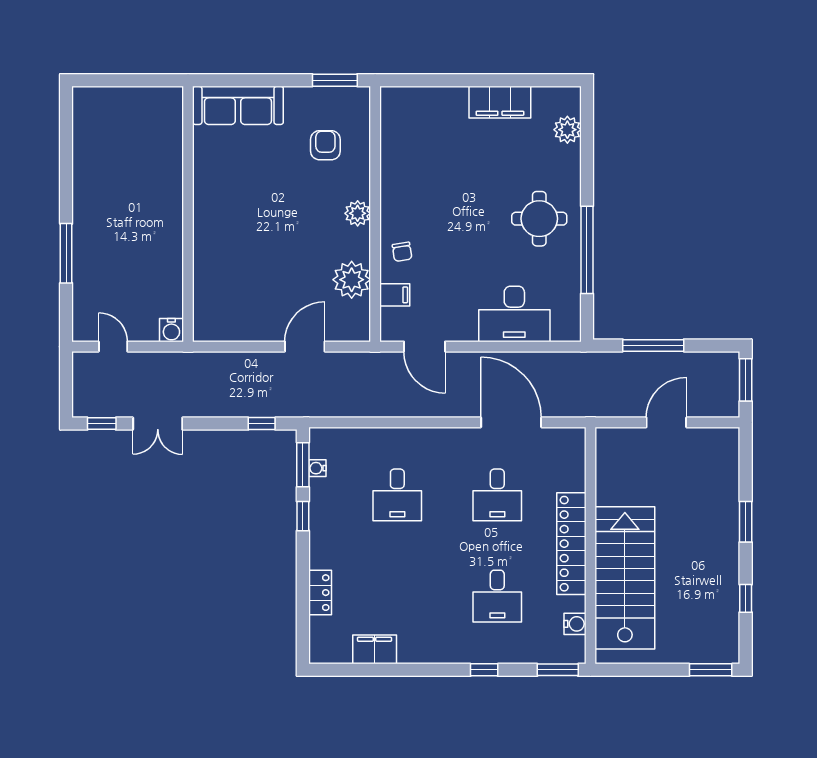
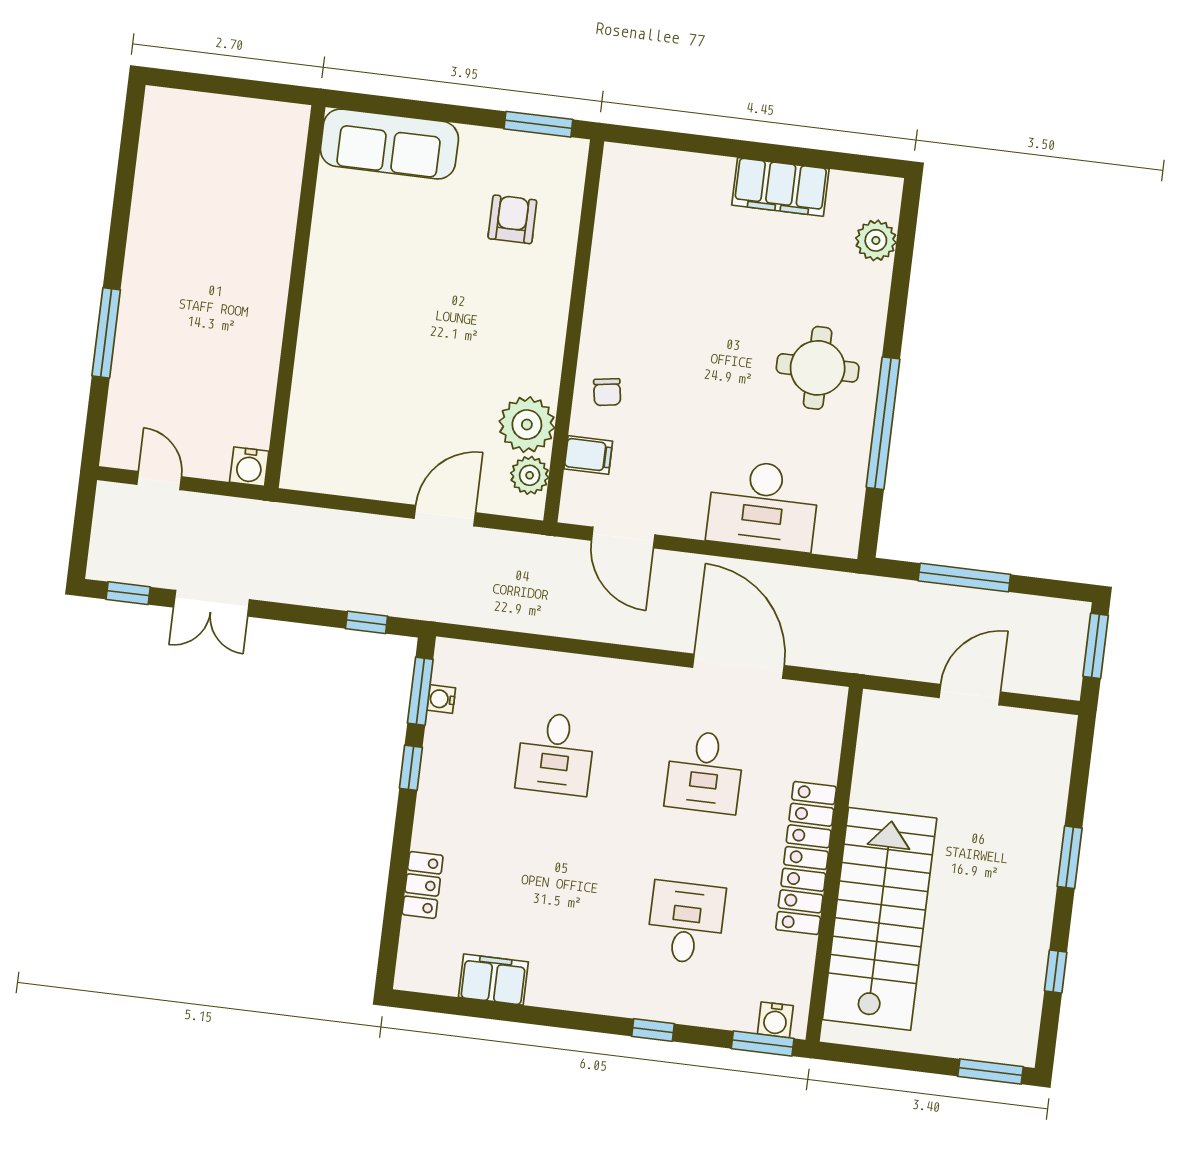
plant: (358, 213) -> (530, 475), moved
desk: (497, 596) -> (686, 923), turned 180
water cooler: (575, 624) -> (775, 1020), moved, turned 90

